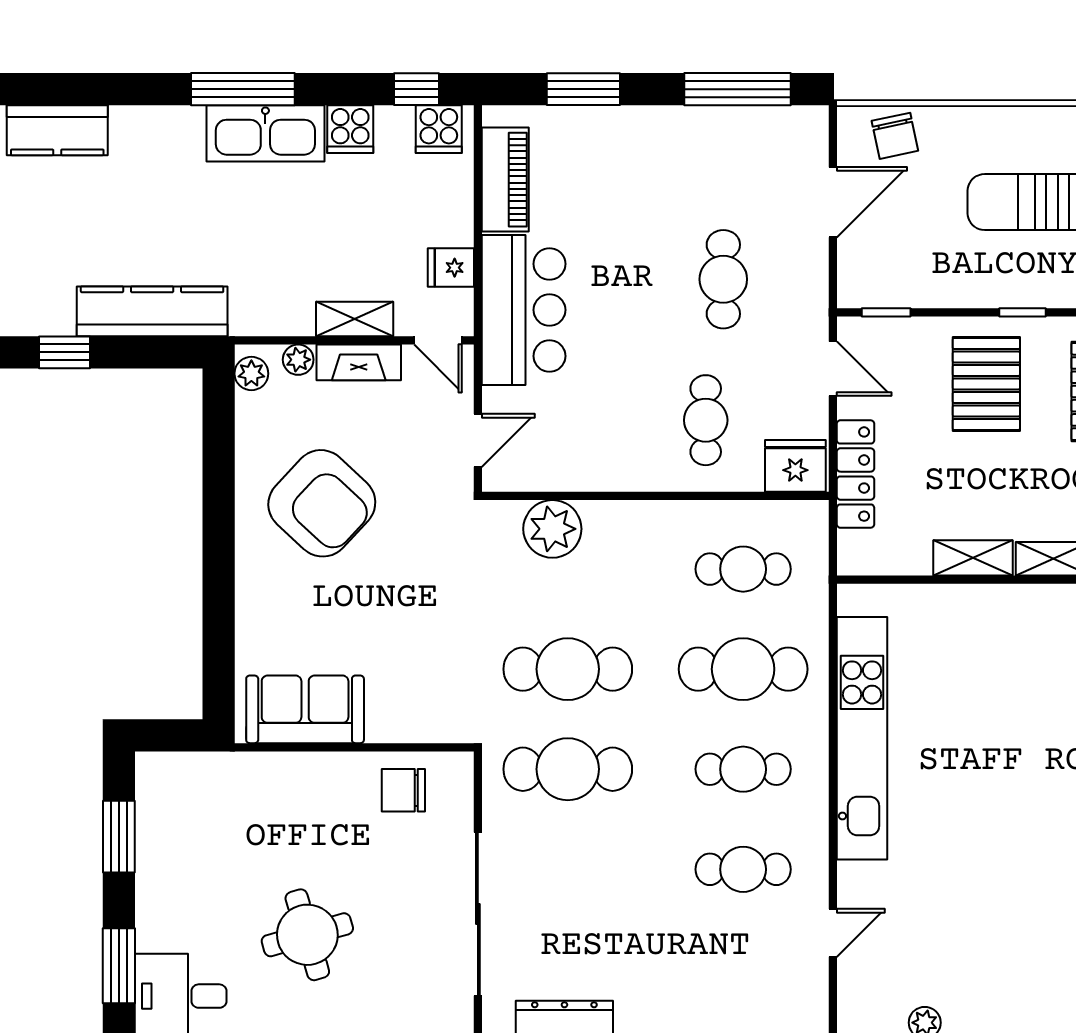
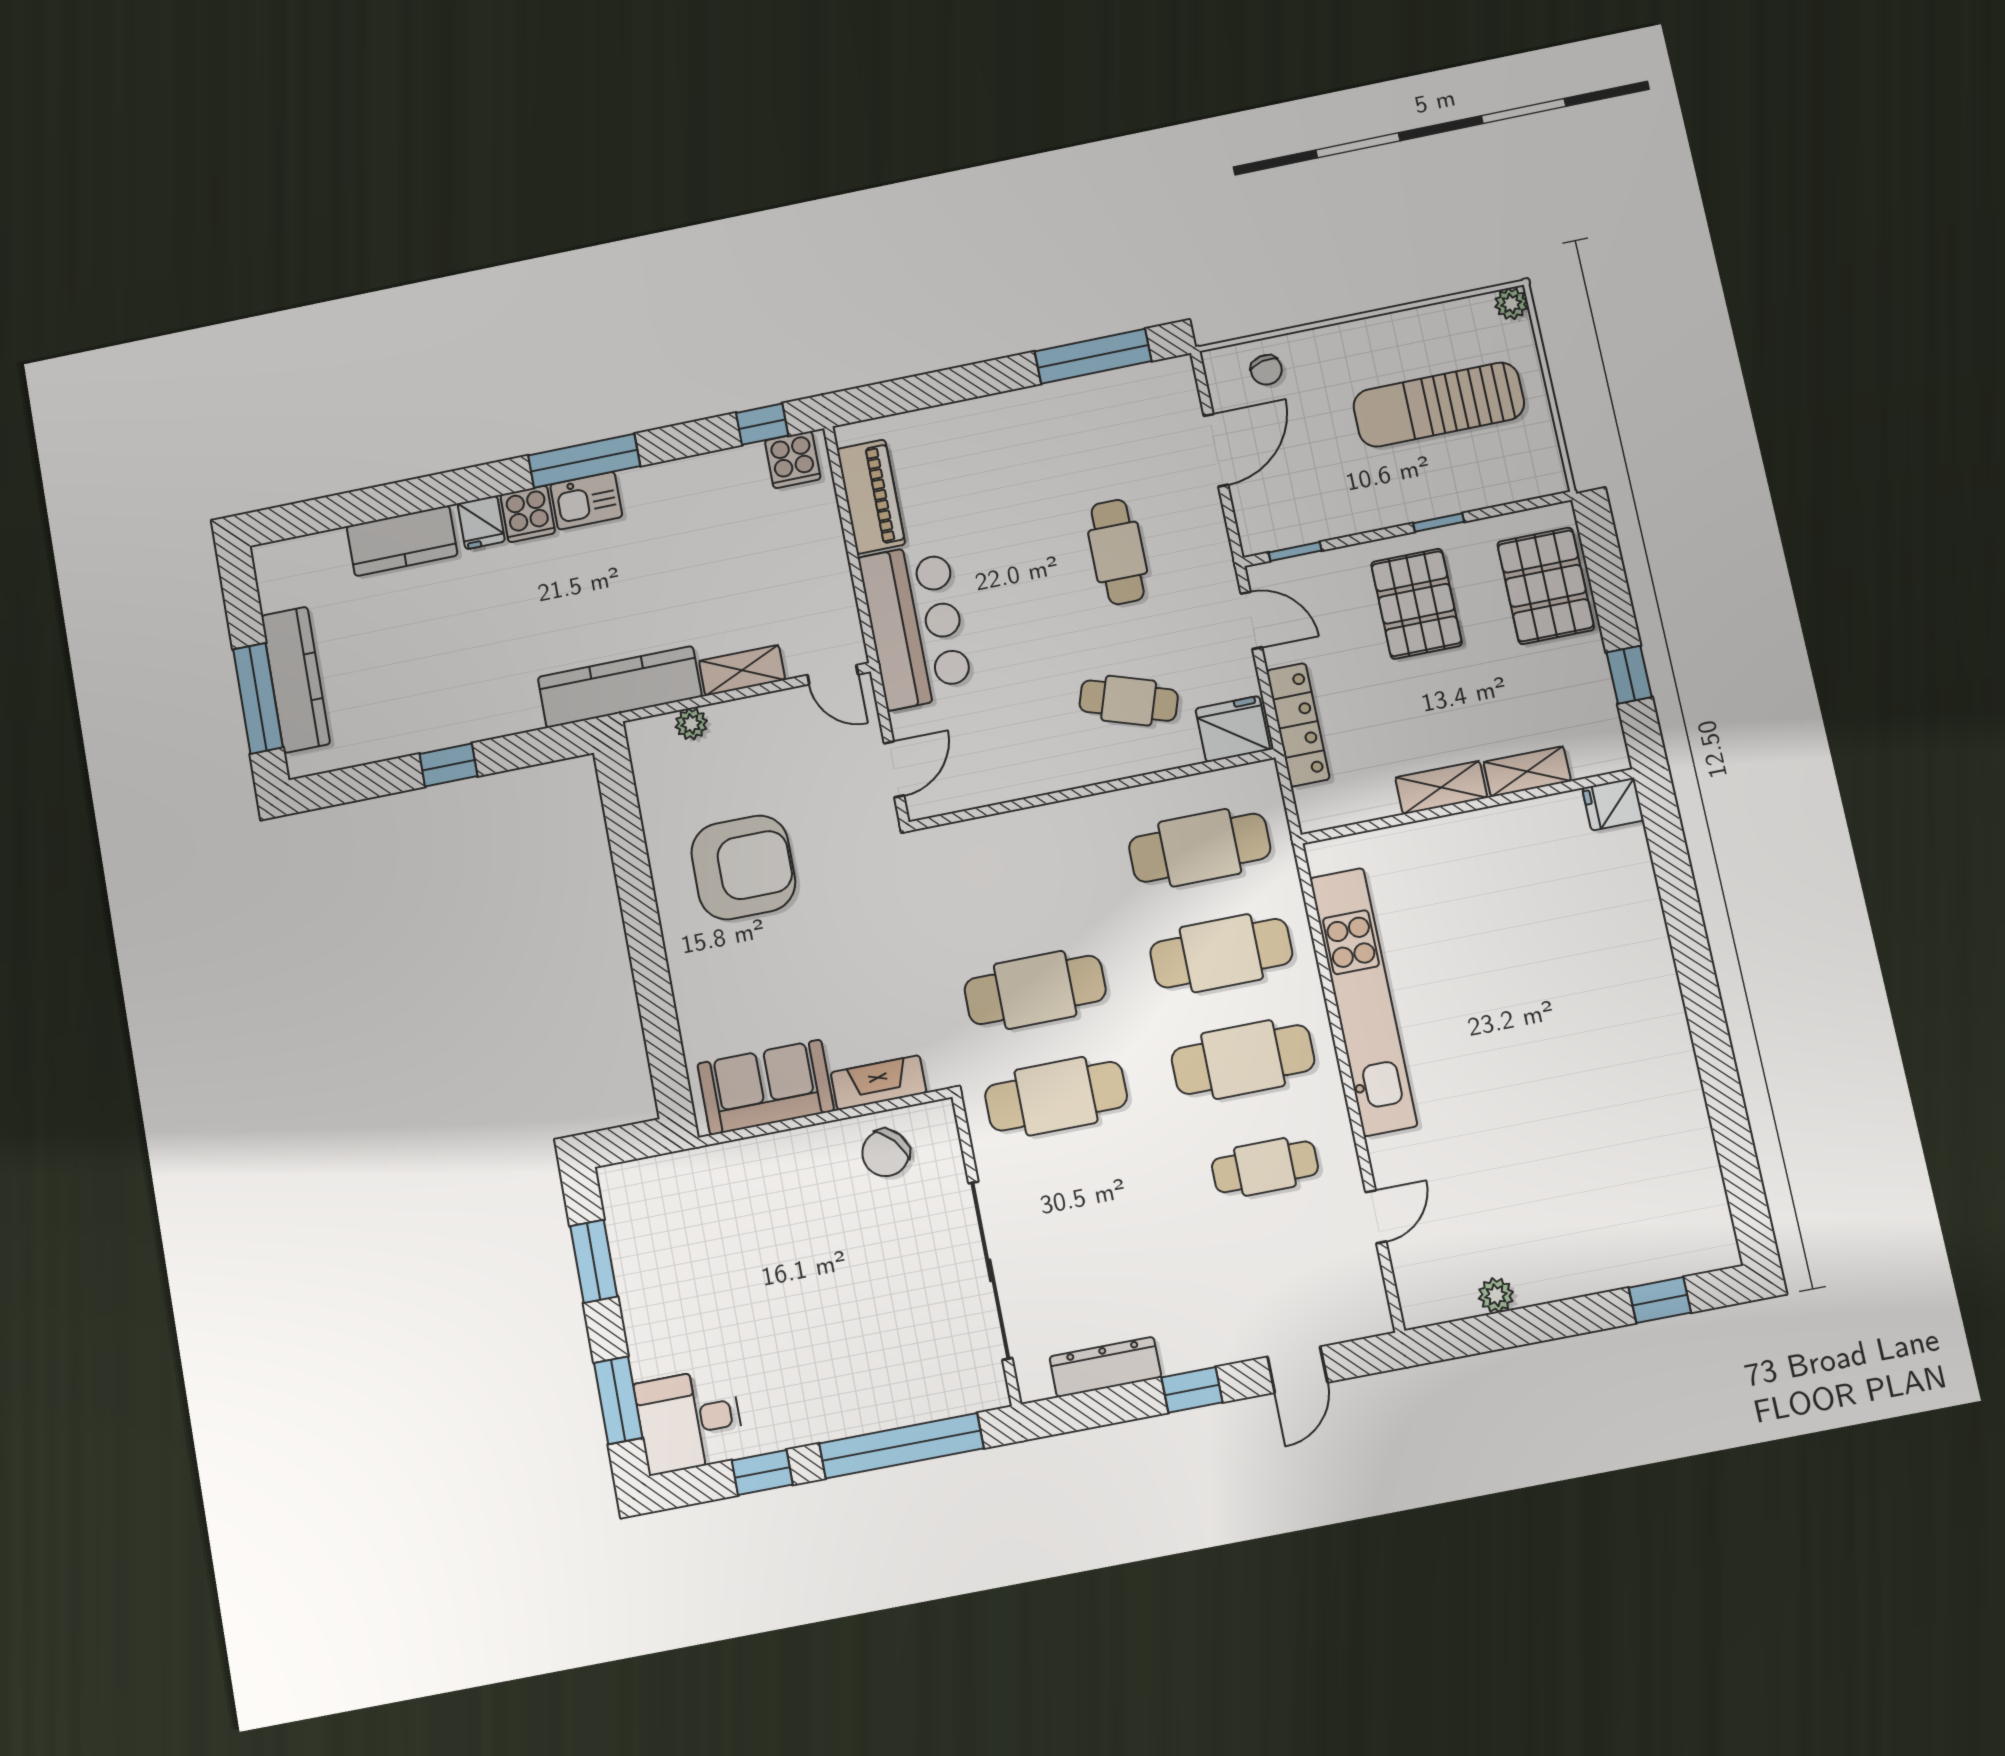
window: (583, 89) -> (934, 389), removed
cooker: (350, 129) -> (528, 514), moved
kitchen sink: (265, 133) -> (586, 501), width x0.53, depth x0.81
chair: (895, 136) -> (1266, 370), width x0.73, depth x0.73
fridge: (451, 268) -> (481, 522), moved, turned -90
kitchen counter: (152, 311) -> (620, 687), moved
fireplace: (359, 362) -> (879, 1083), moved, turned 180
plant: (251, 374) -> (645, 748), removed
cafe table: (706, 420) -> (1129, 701), turned -72
armchair: (322, 503) -> (743, 867), turned -43
plant: (552, 529) -> (990, 846), removed
cafe table: (743, 569) -> (1200, 848), width x1.37, depth x1.35
cafe table: (743, 769) -> (1243, 1060), width x1.37, depth x1.35
chair: (403, 790) -> (886, 1153), turned -41
round table: (307, 935) -> (813, 1328), removed

